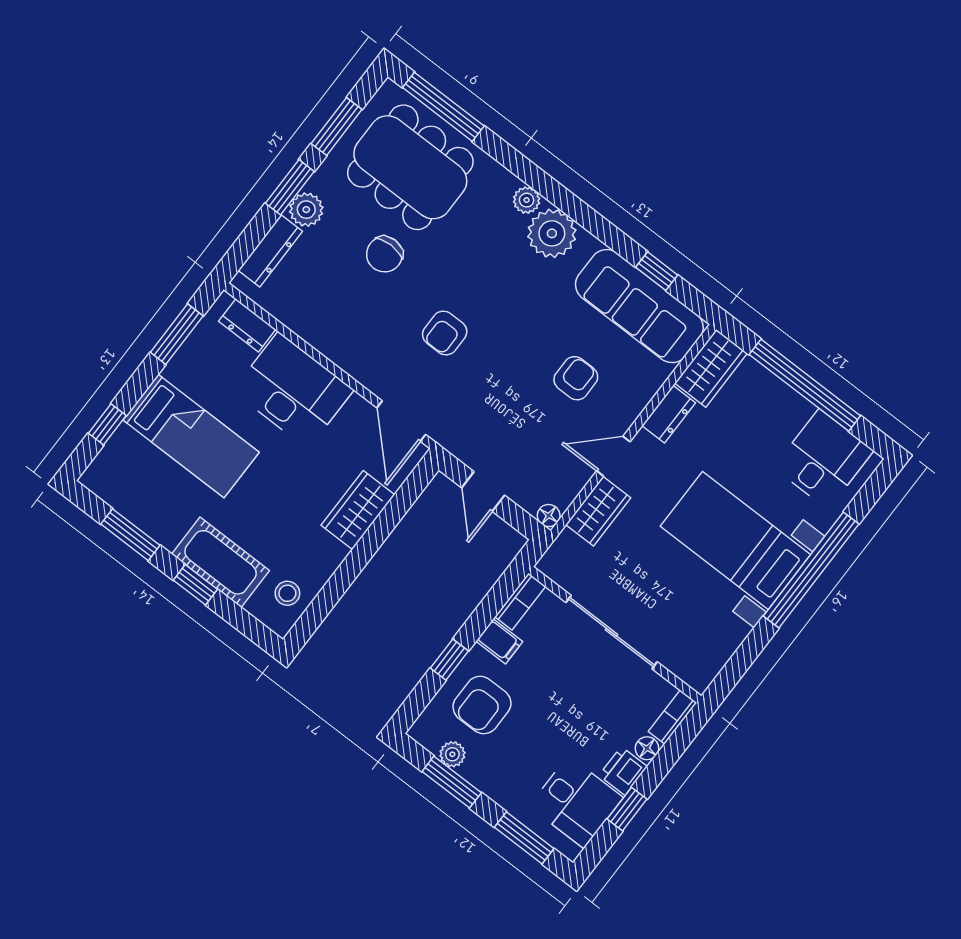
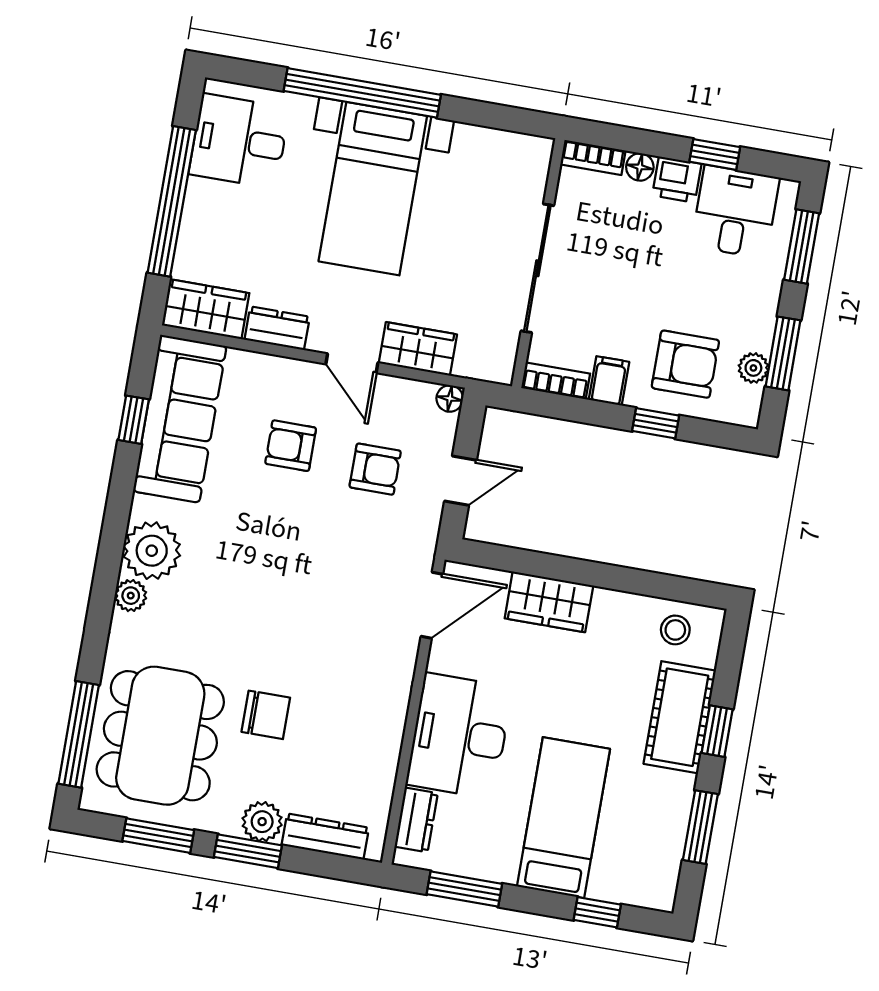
armchair: (445, 333) -> (375, 469), moved

